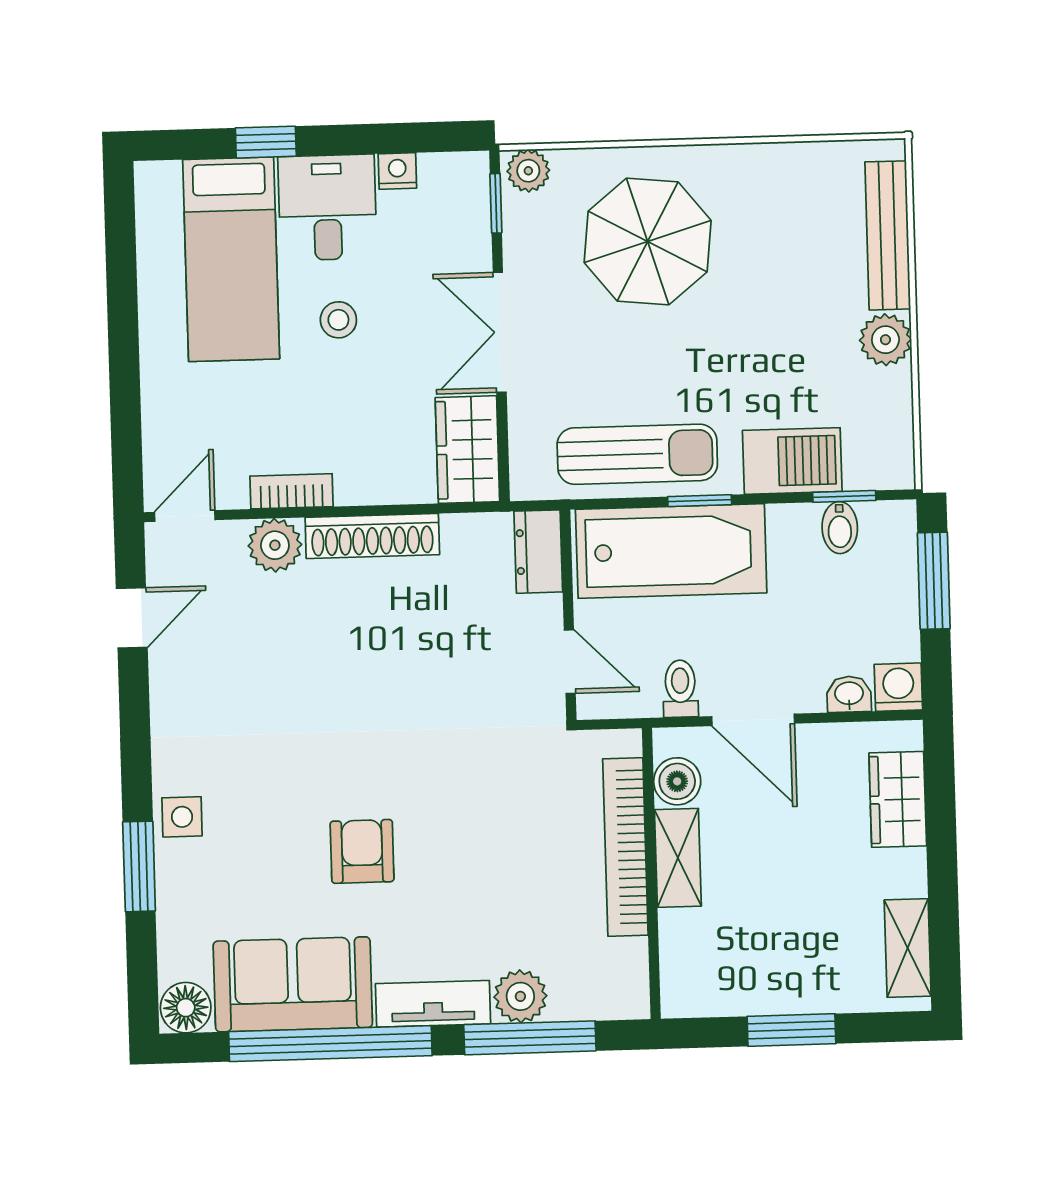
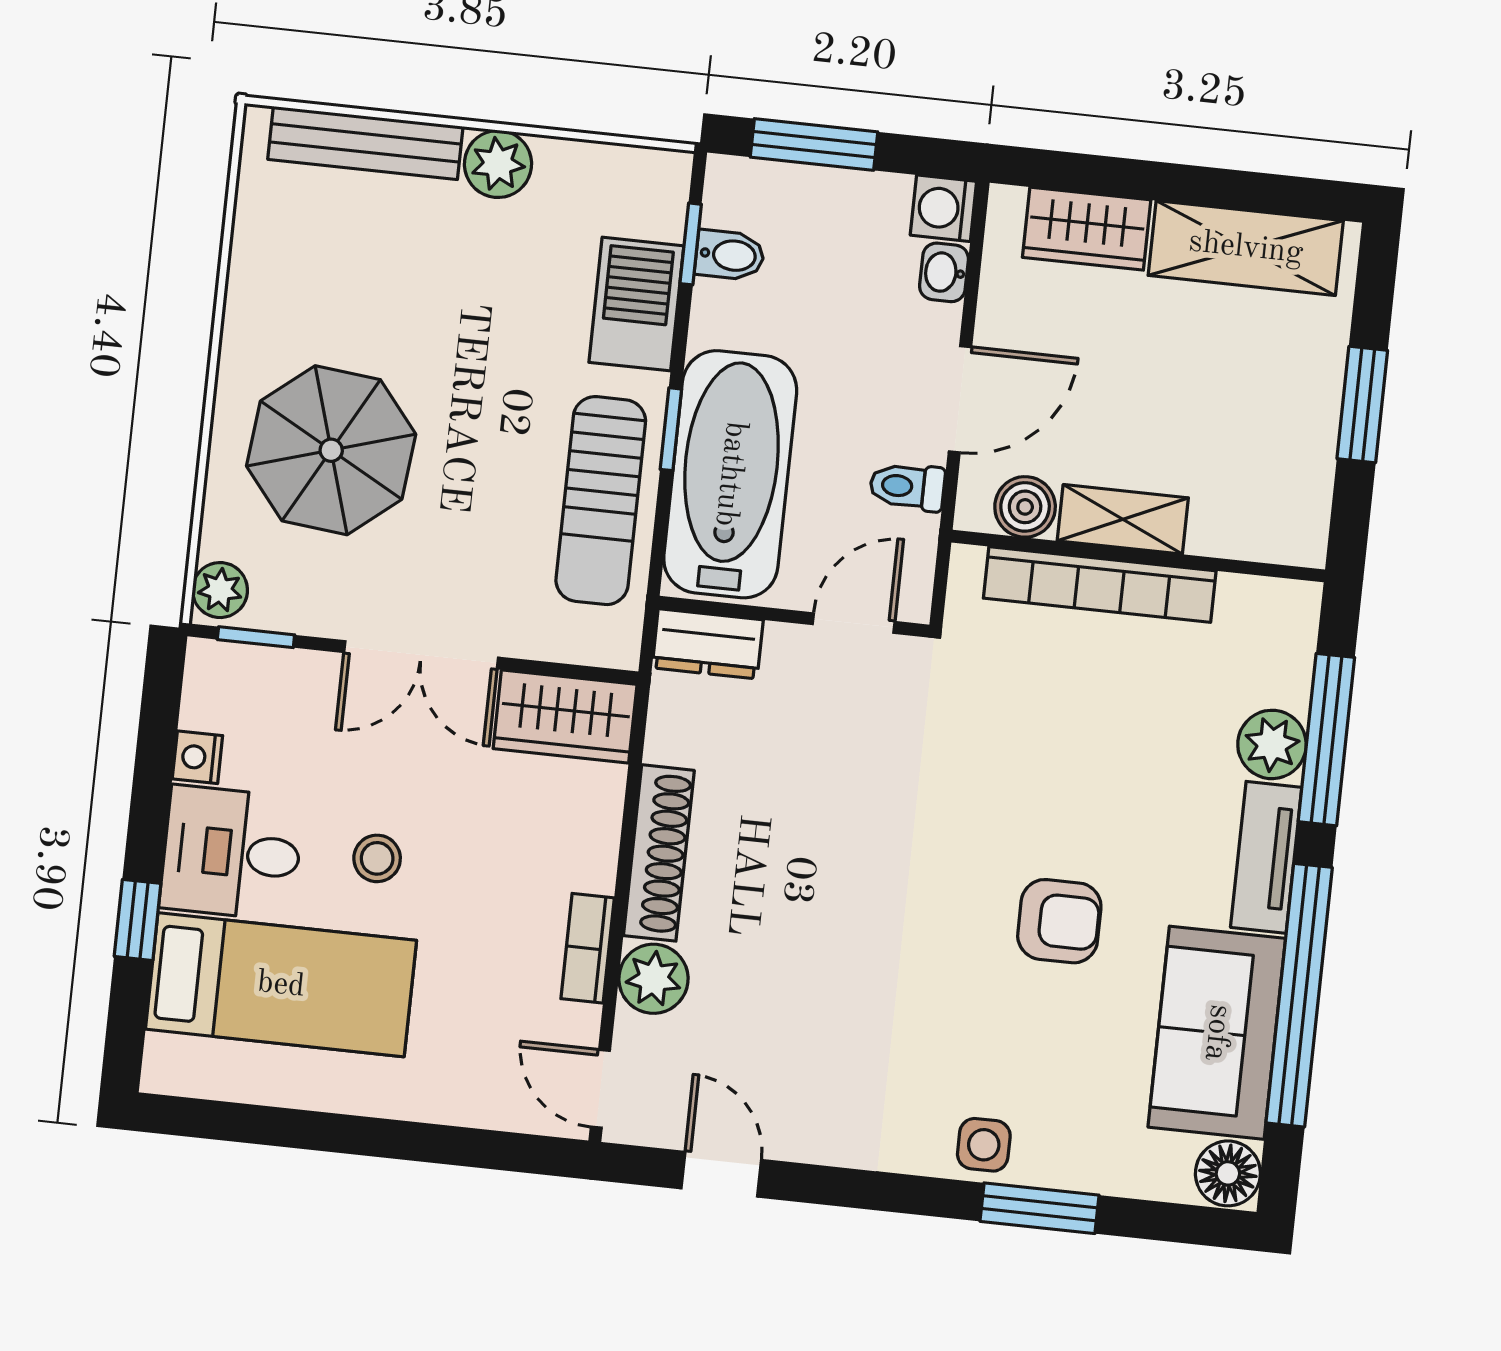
sun lounger: (637, 454) -> (601, 501), turned 180
armchair: (362, 851) -> (1059, 921), turned 180
shelving: (908, 948) -> (1246, 248), width x1.50, depth x1.33

